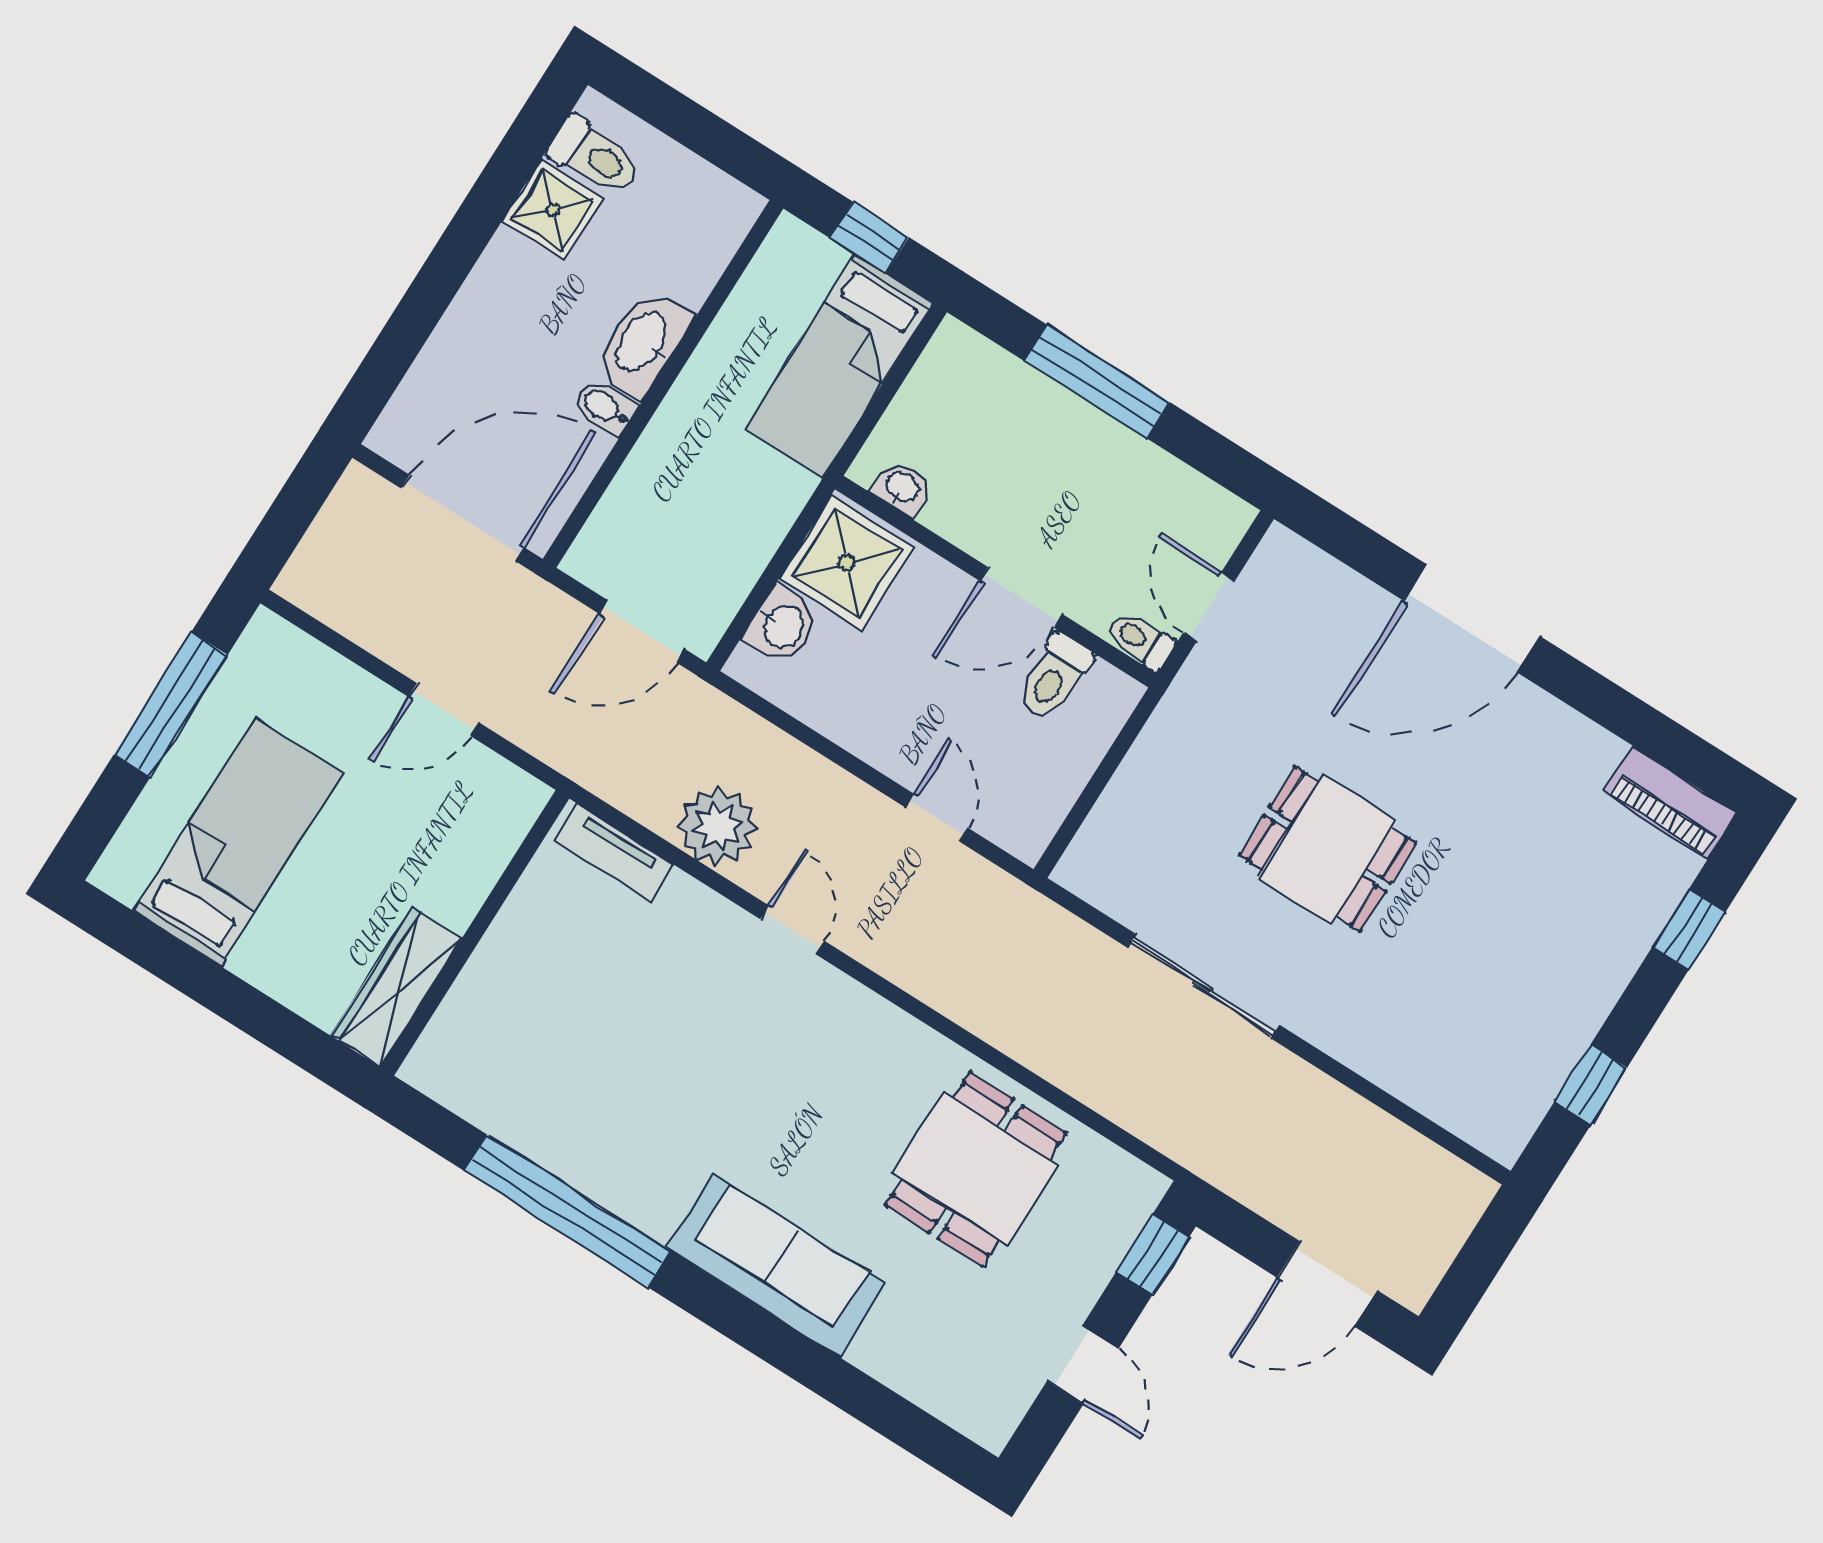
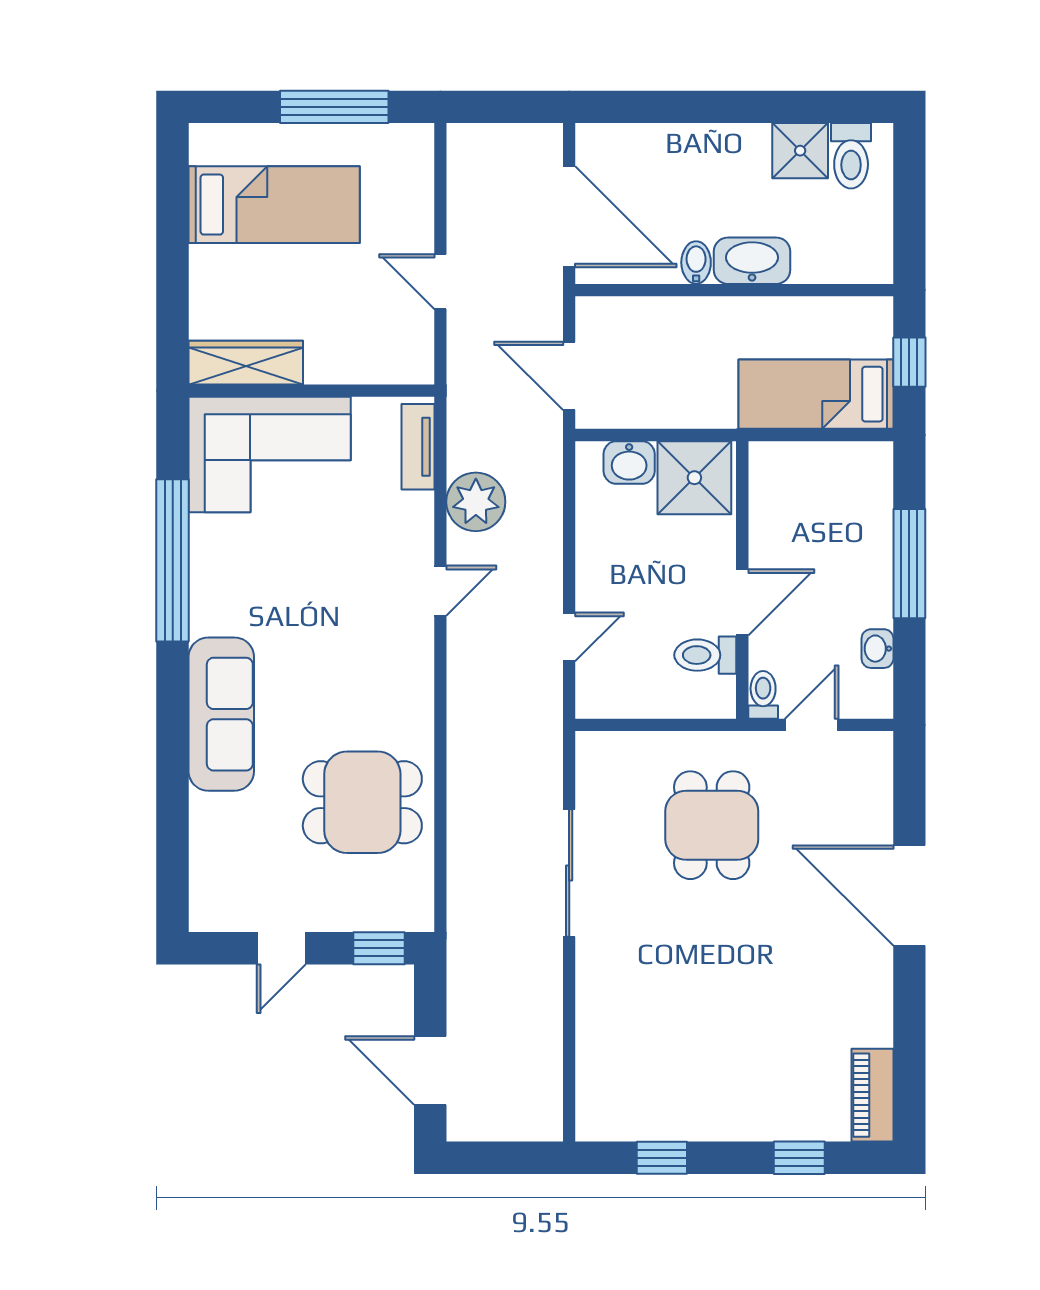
washbasin: (902, 488) -> (877, 649), moved, turned 180
door: (1021, 598) -> (742, 602), swing flipped
dining table: (1328, 849) -> (712, 825), moved
corner sofa: (517, 1026) -> (270, 455), added

